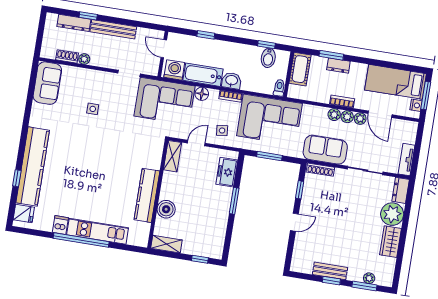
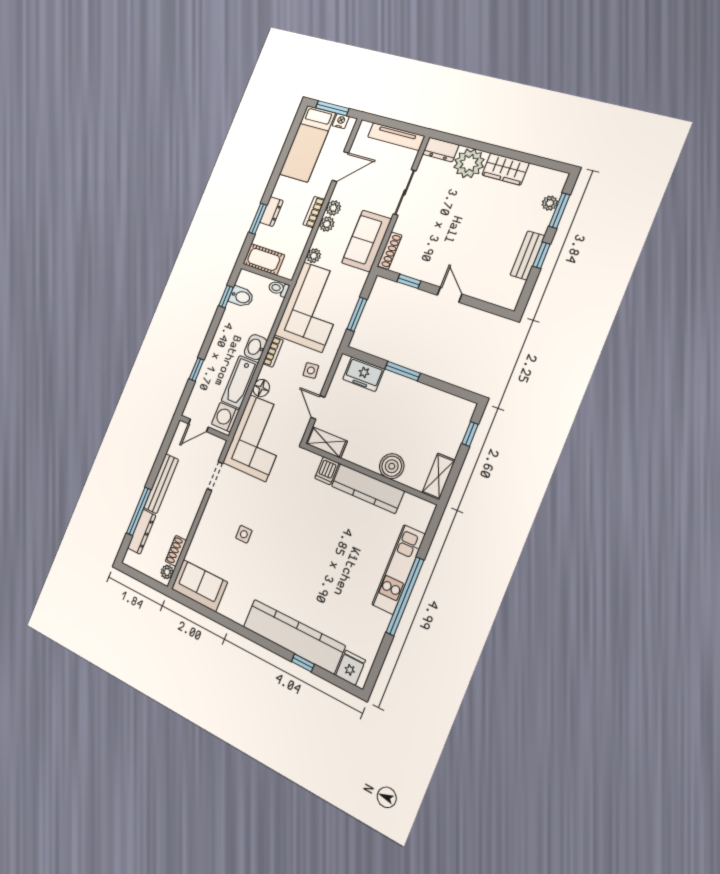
window: (88, 16) -> (139, 511), width x2.17
plant: (84, 59) -> (167, 572), moved
plant: (360, 119) -> (314, 256), moved
tv unit: (406, 160) -> (396, 137), width x1.41
dishwasher: (60, 225) -> (327, 471), moved, turned -90

